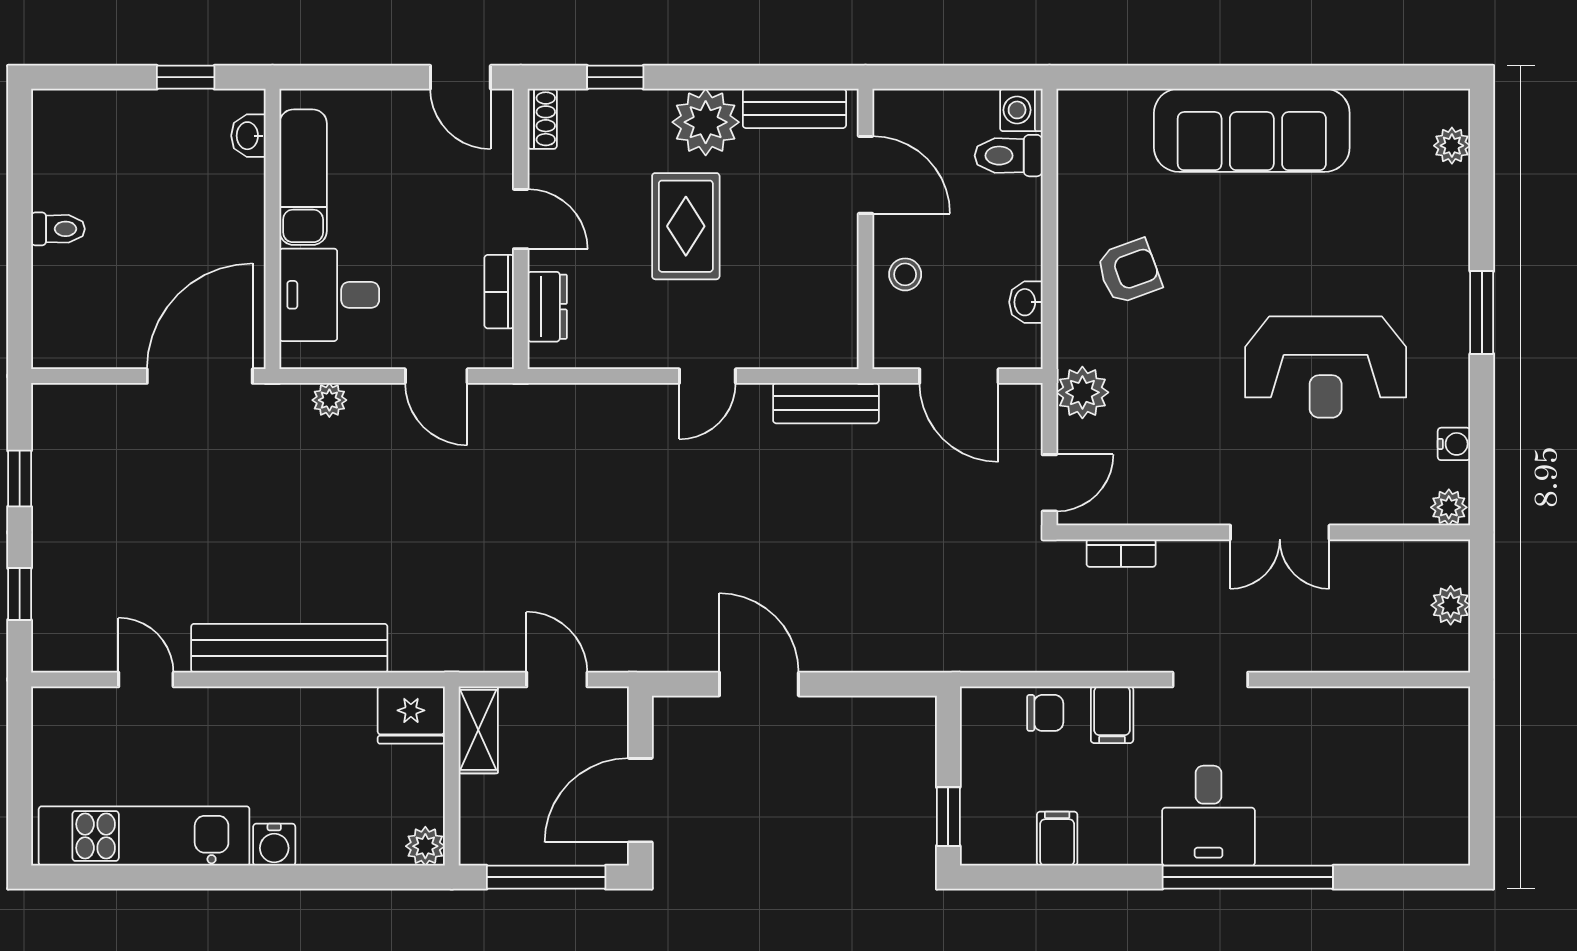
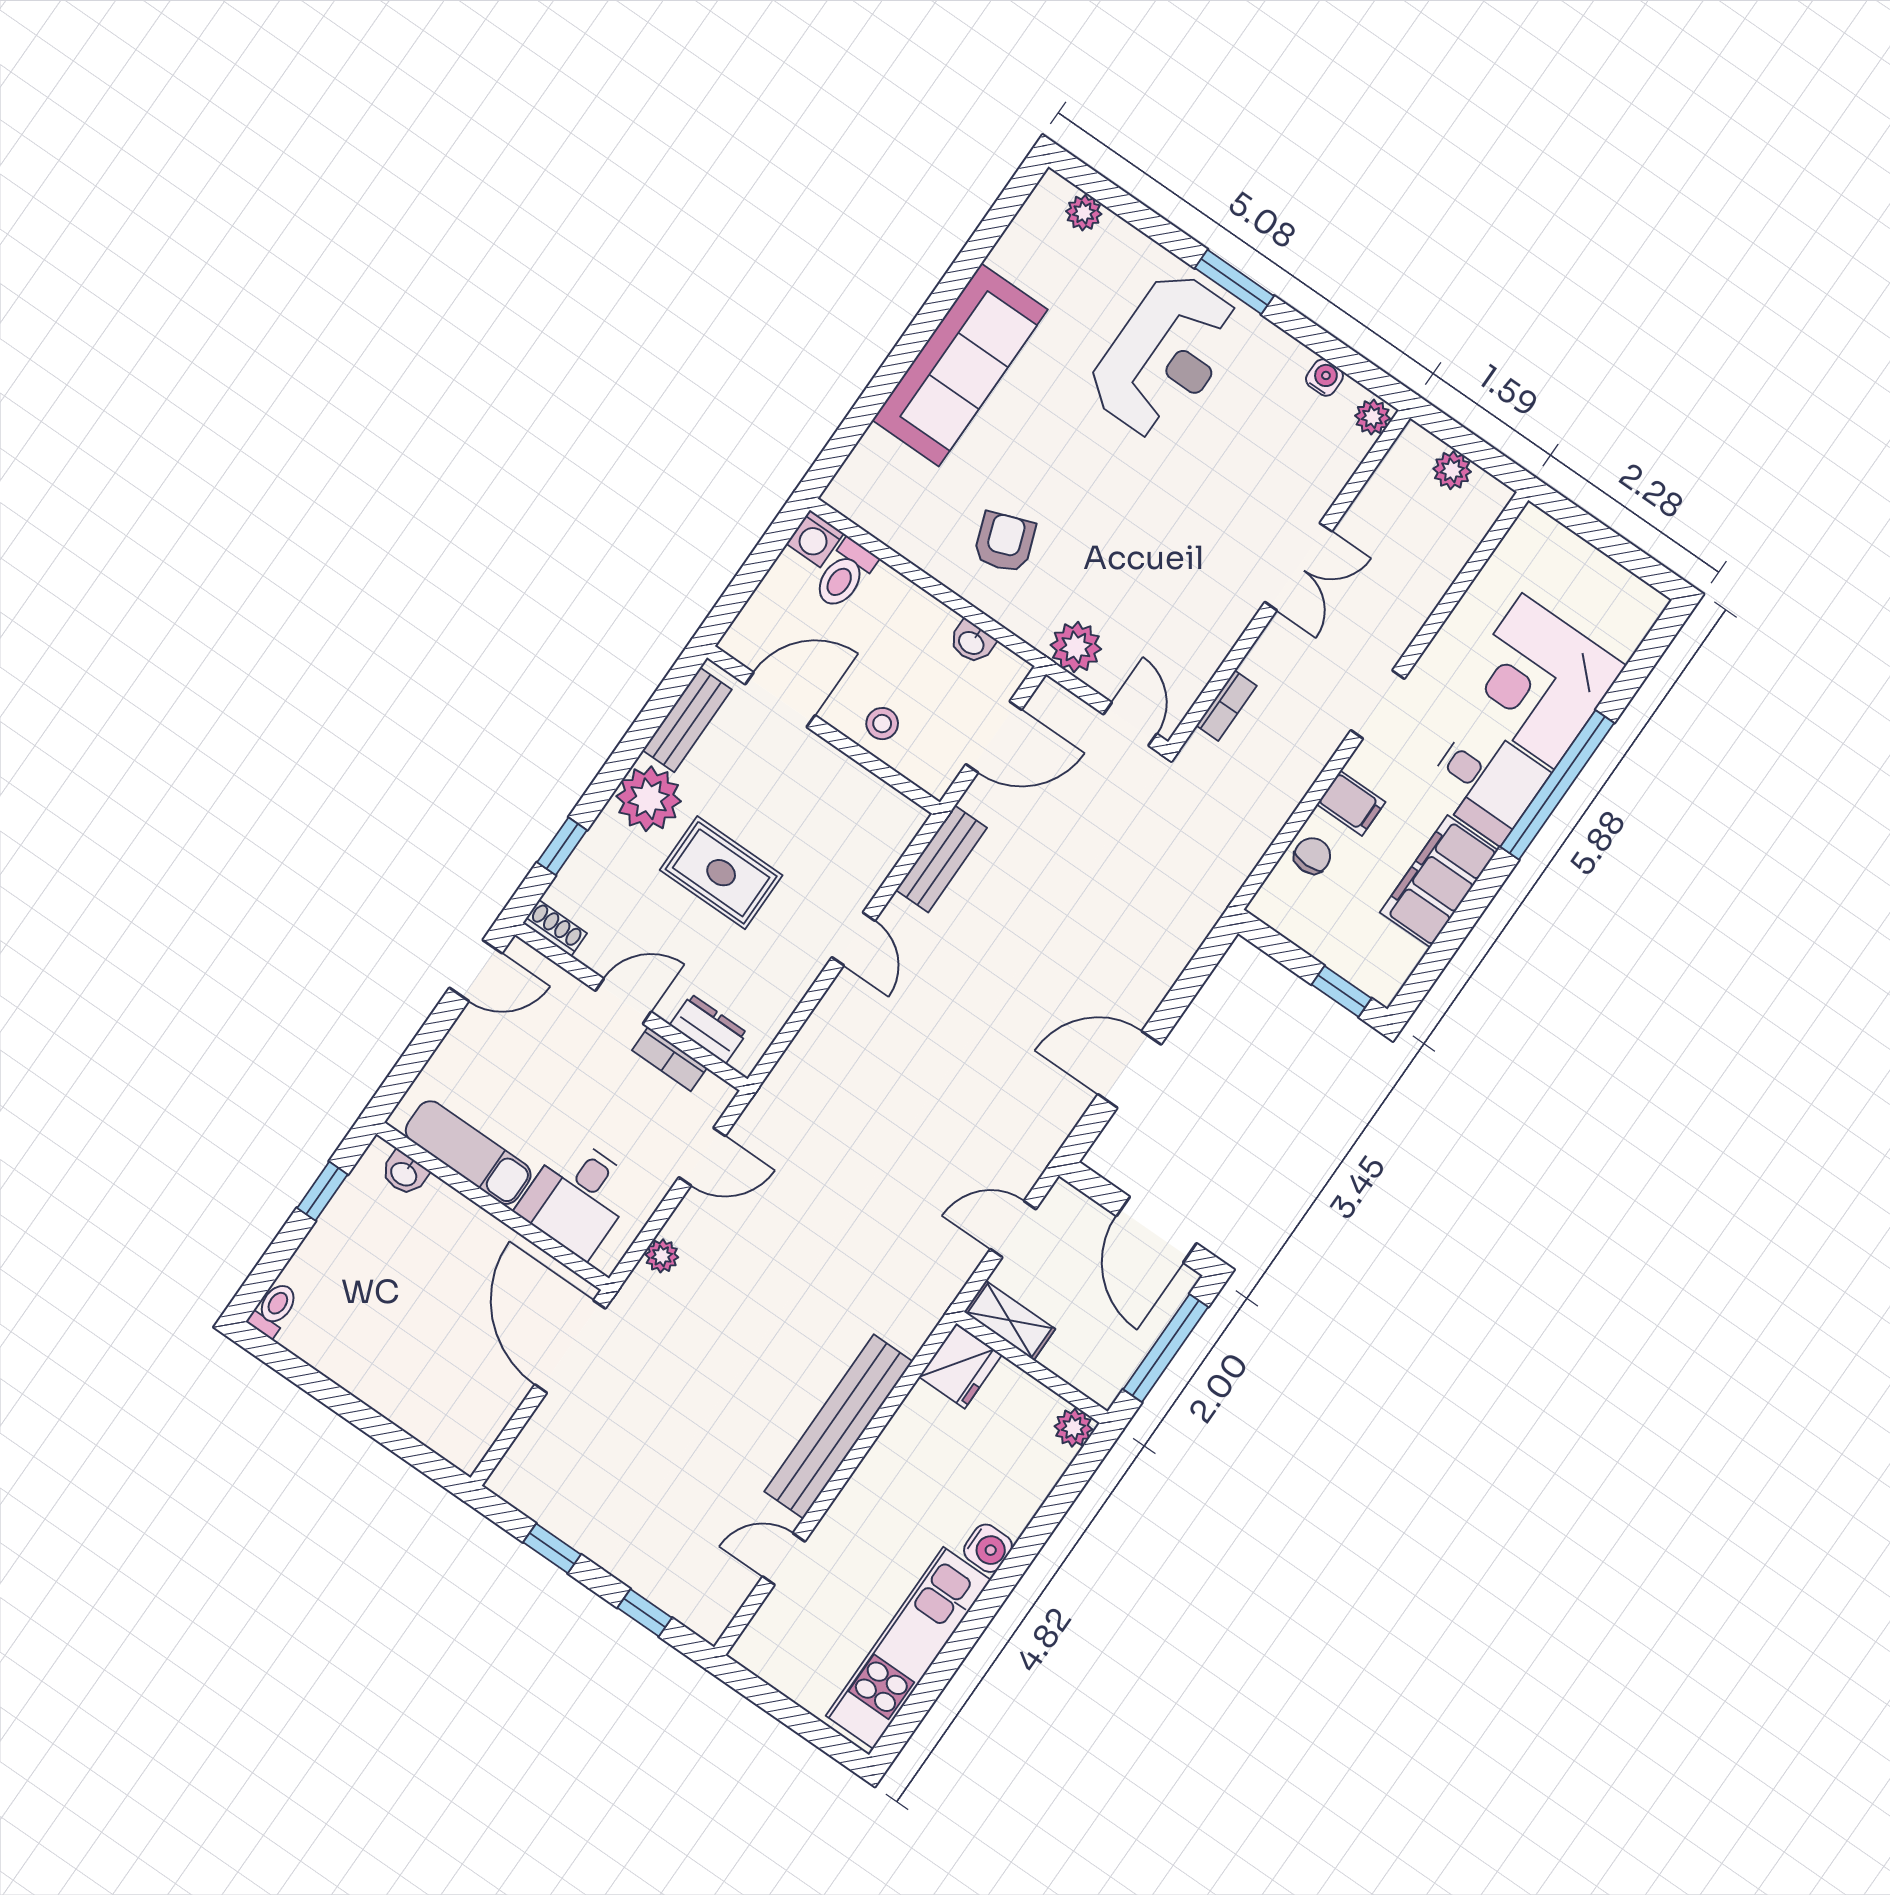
toilet: (58, 229) -> (274, 1309), moved
reception desk: (1326, 367) -> (1165, 356), moved
corner desk: (1324, 801) -> (1538, 681), added
filing cabinet: (1057, 839) -> (1439, 881), width x3.00, depth x1.17

